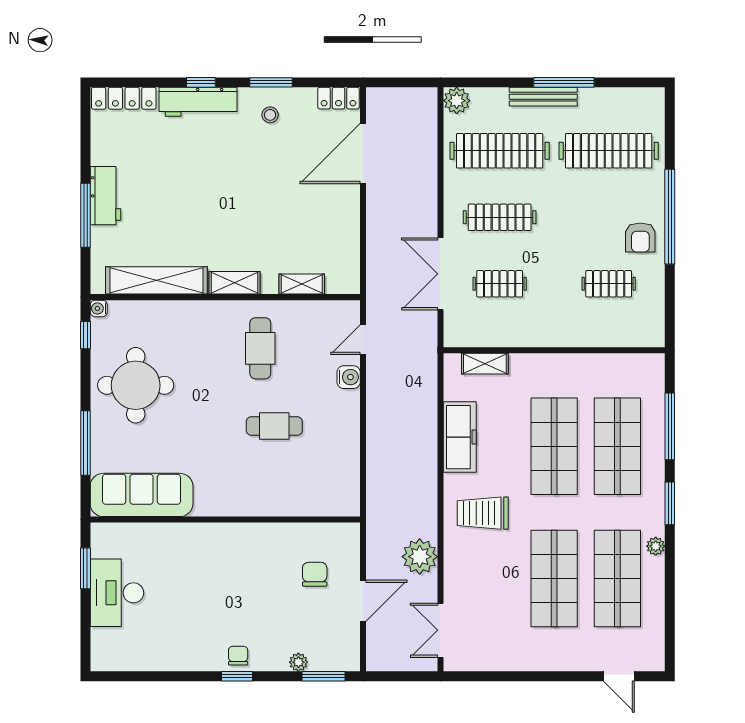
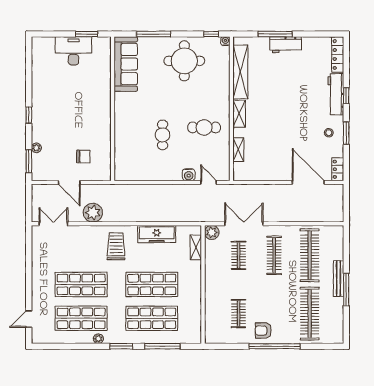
plant: (457, 101) -> (212, 232), moved
chair: (238, 656) -> (40, 116), removed

